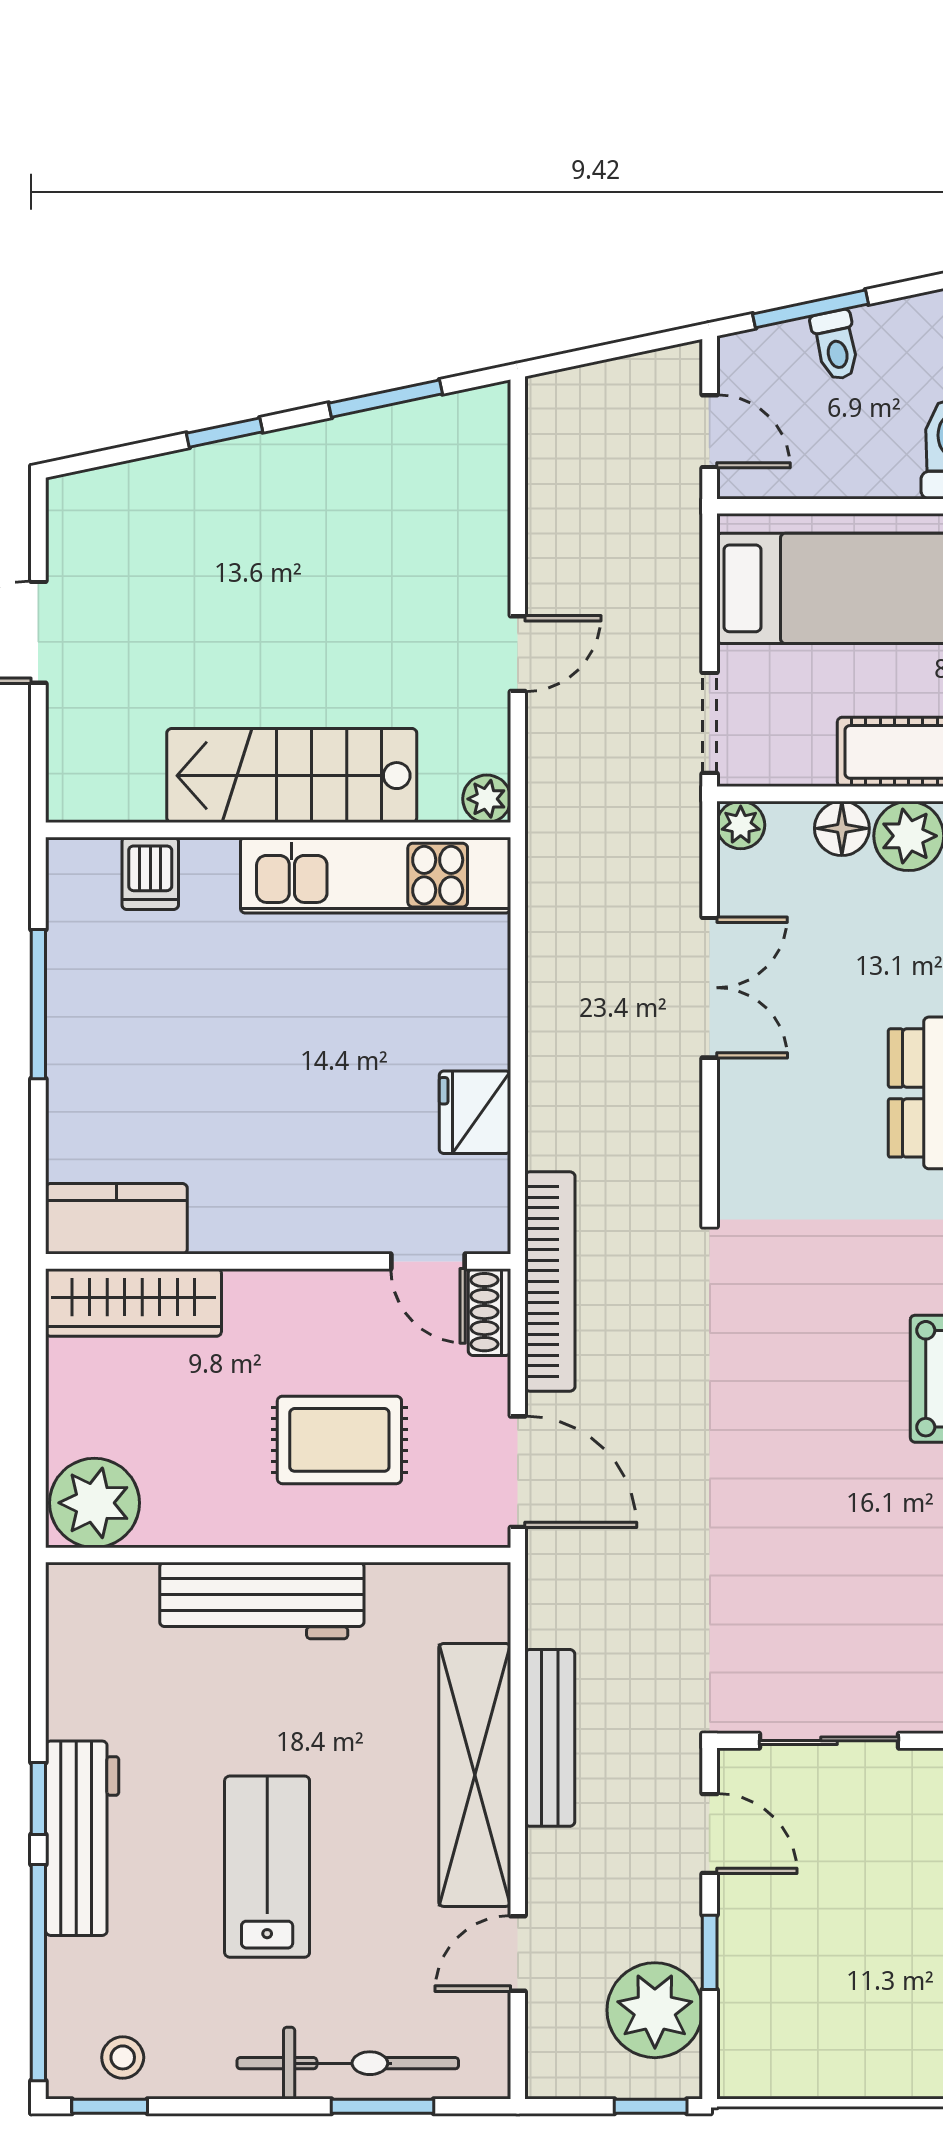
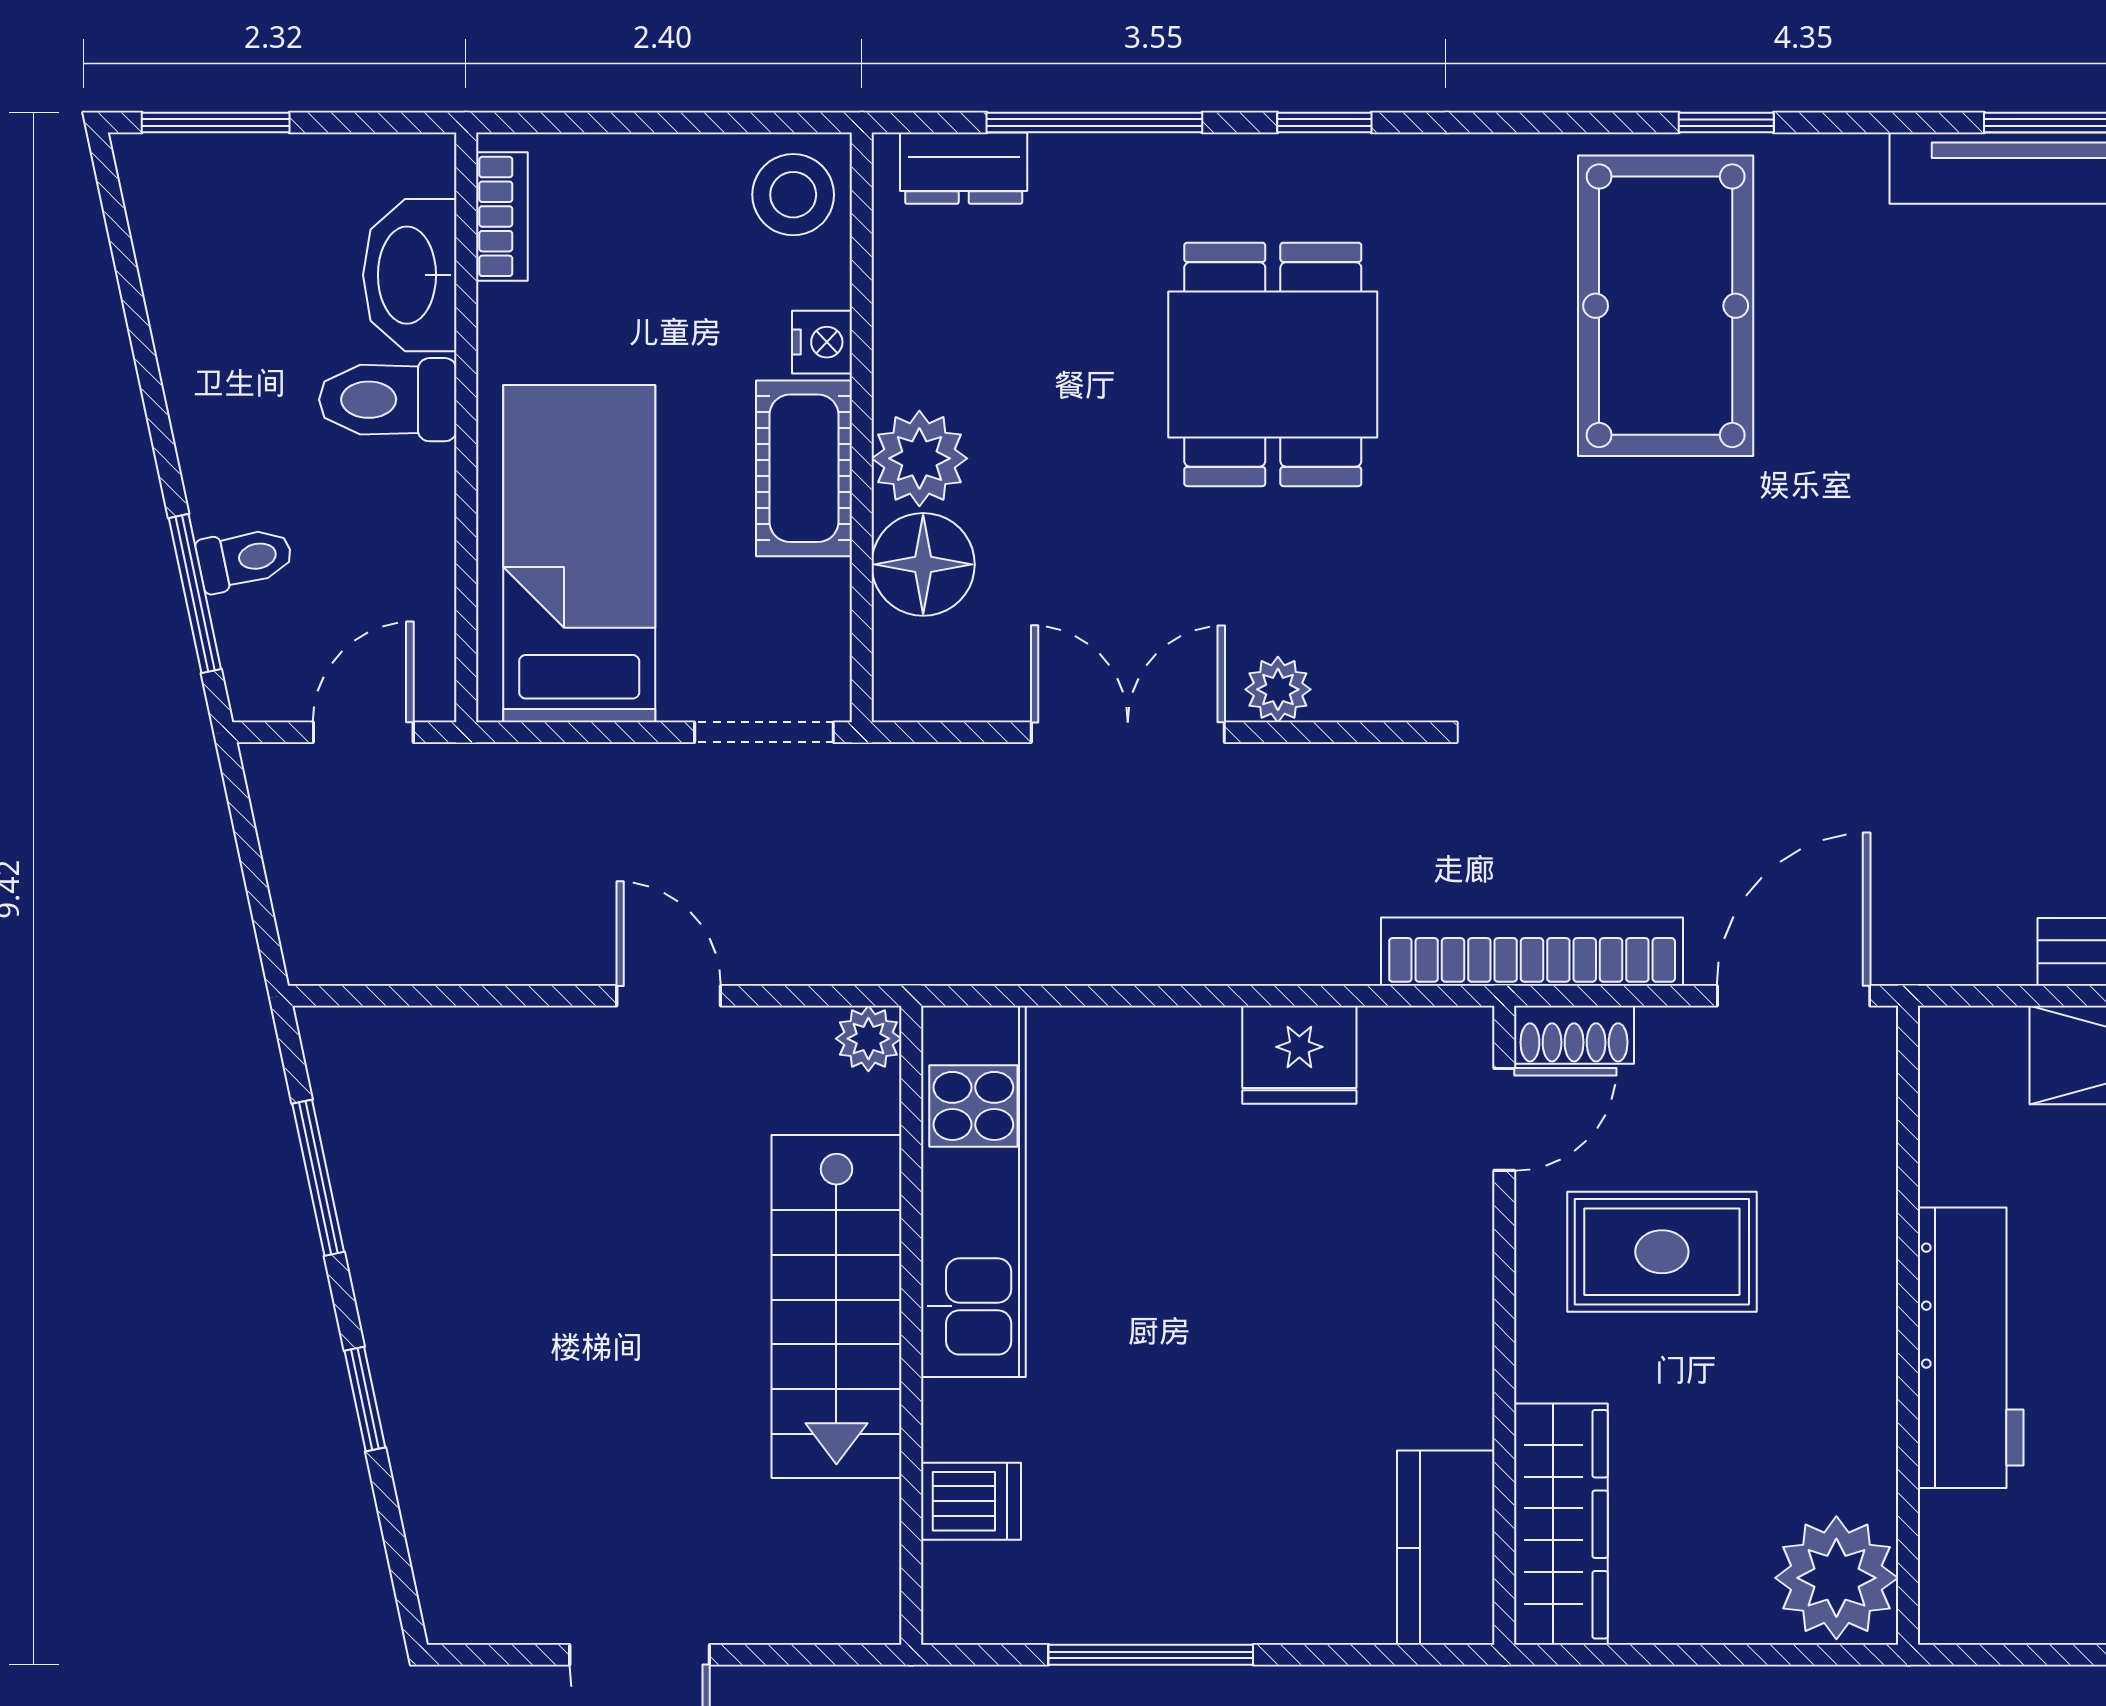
plant: (741, 825) -> (1278, 689), moved
floor lamp: (842, 828) -> (923, 564), width x1.38, depth x1.38
rug: (339, 1440) -> (1662, 1252), moved, turned 90

